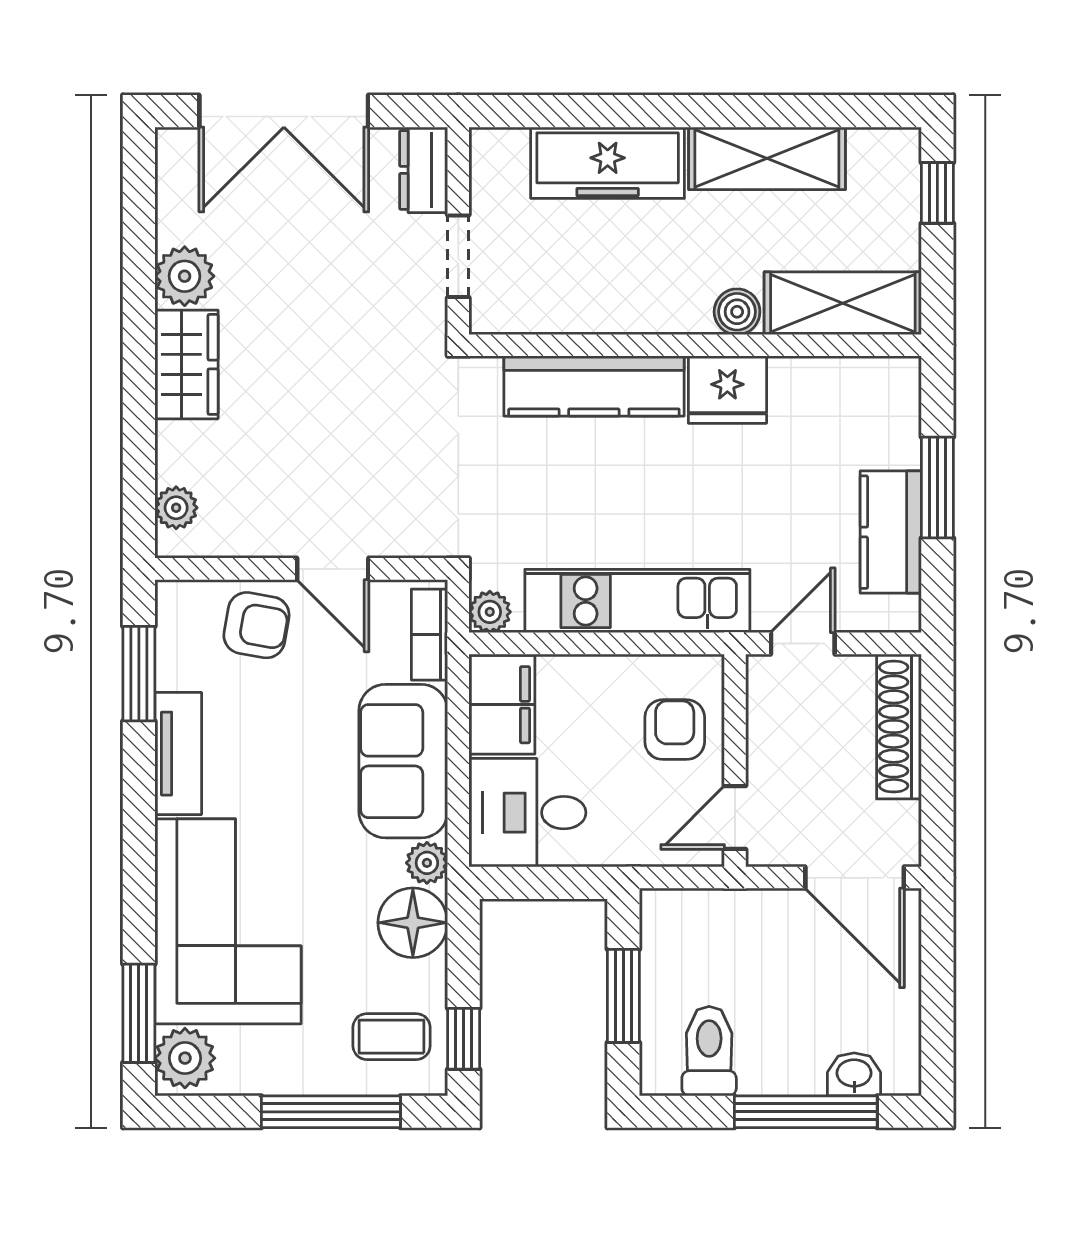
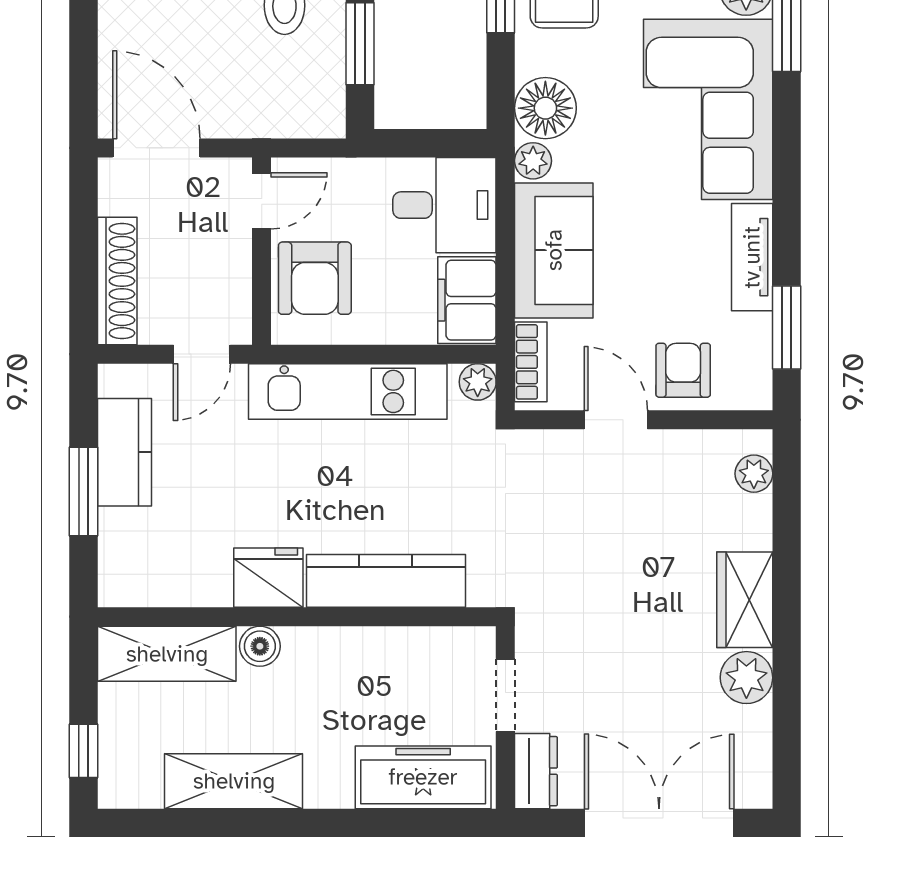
freezer: (608, 163) -> (423, 777), moved
armchair: (256, 625) -> (683, 370), turned 80
armchair: (675, 730) -> (315, 278), width x1.38, depth x1.38

